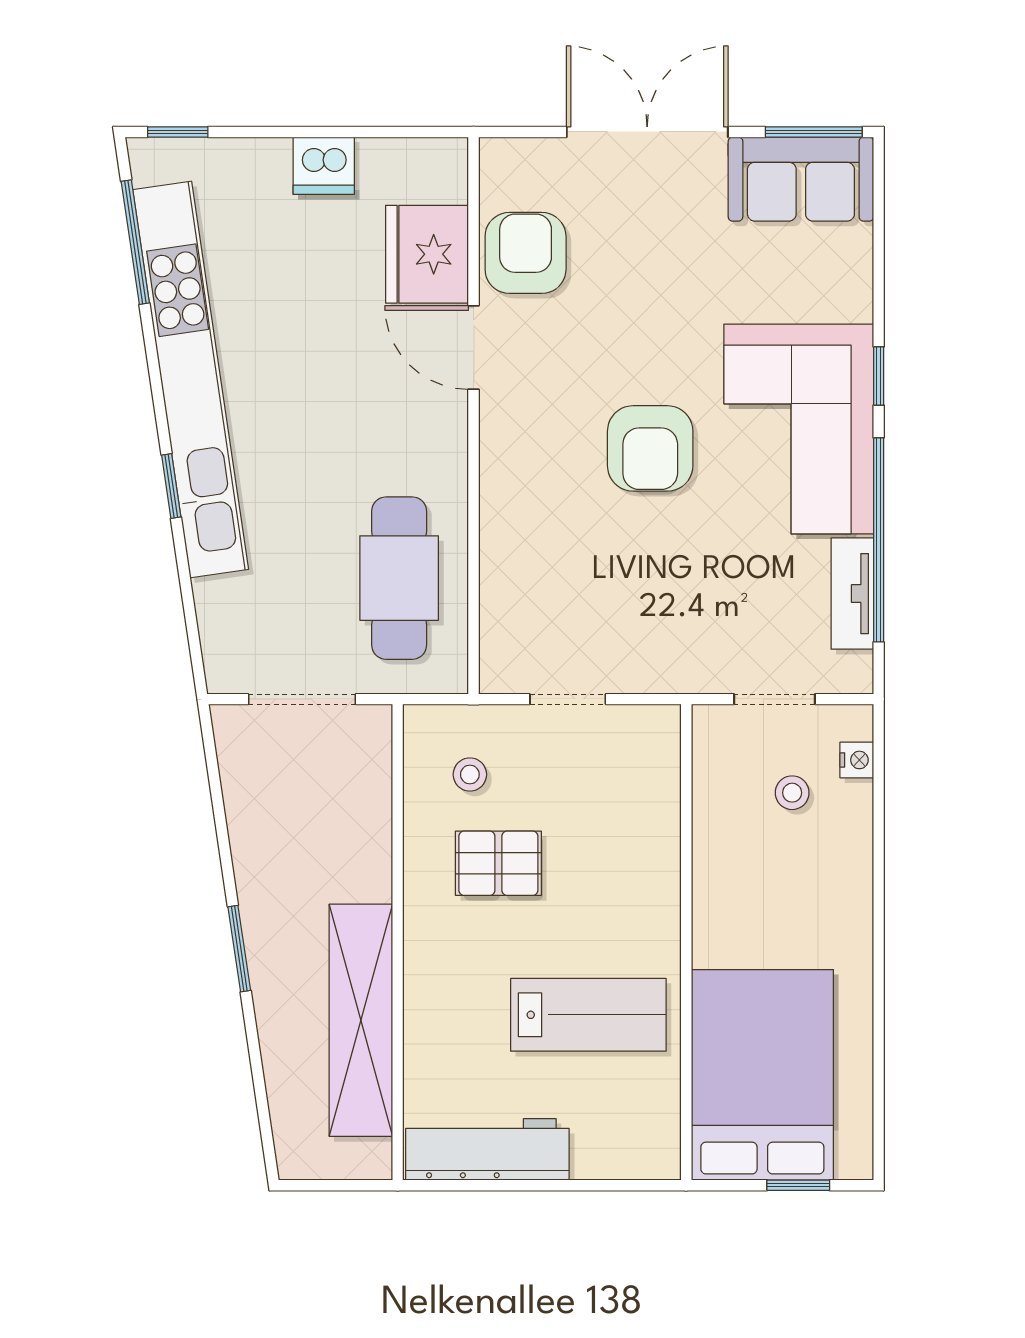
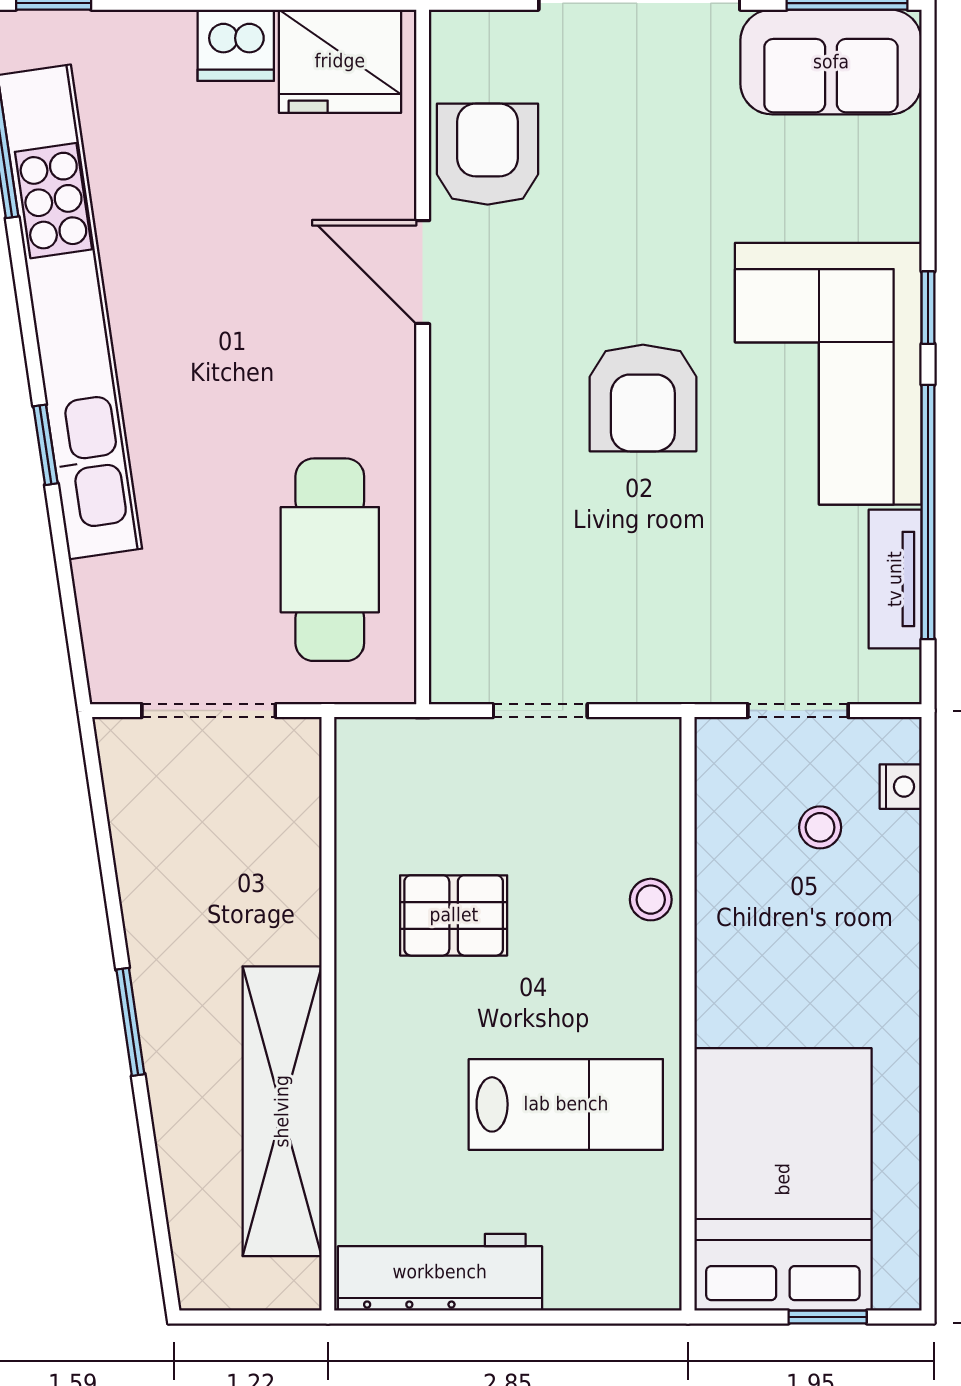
fridge: (427, 254) -> (340, 61), moved, turned -90
stool: (470, 775) -> (651, 900), moved

